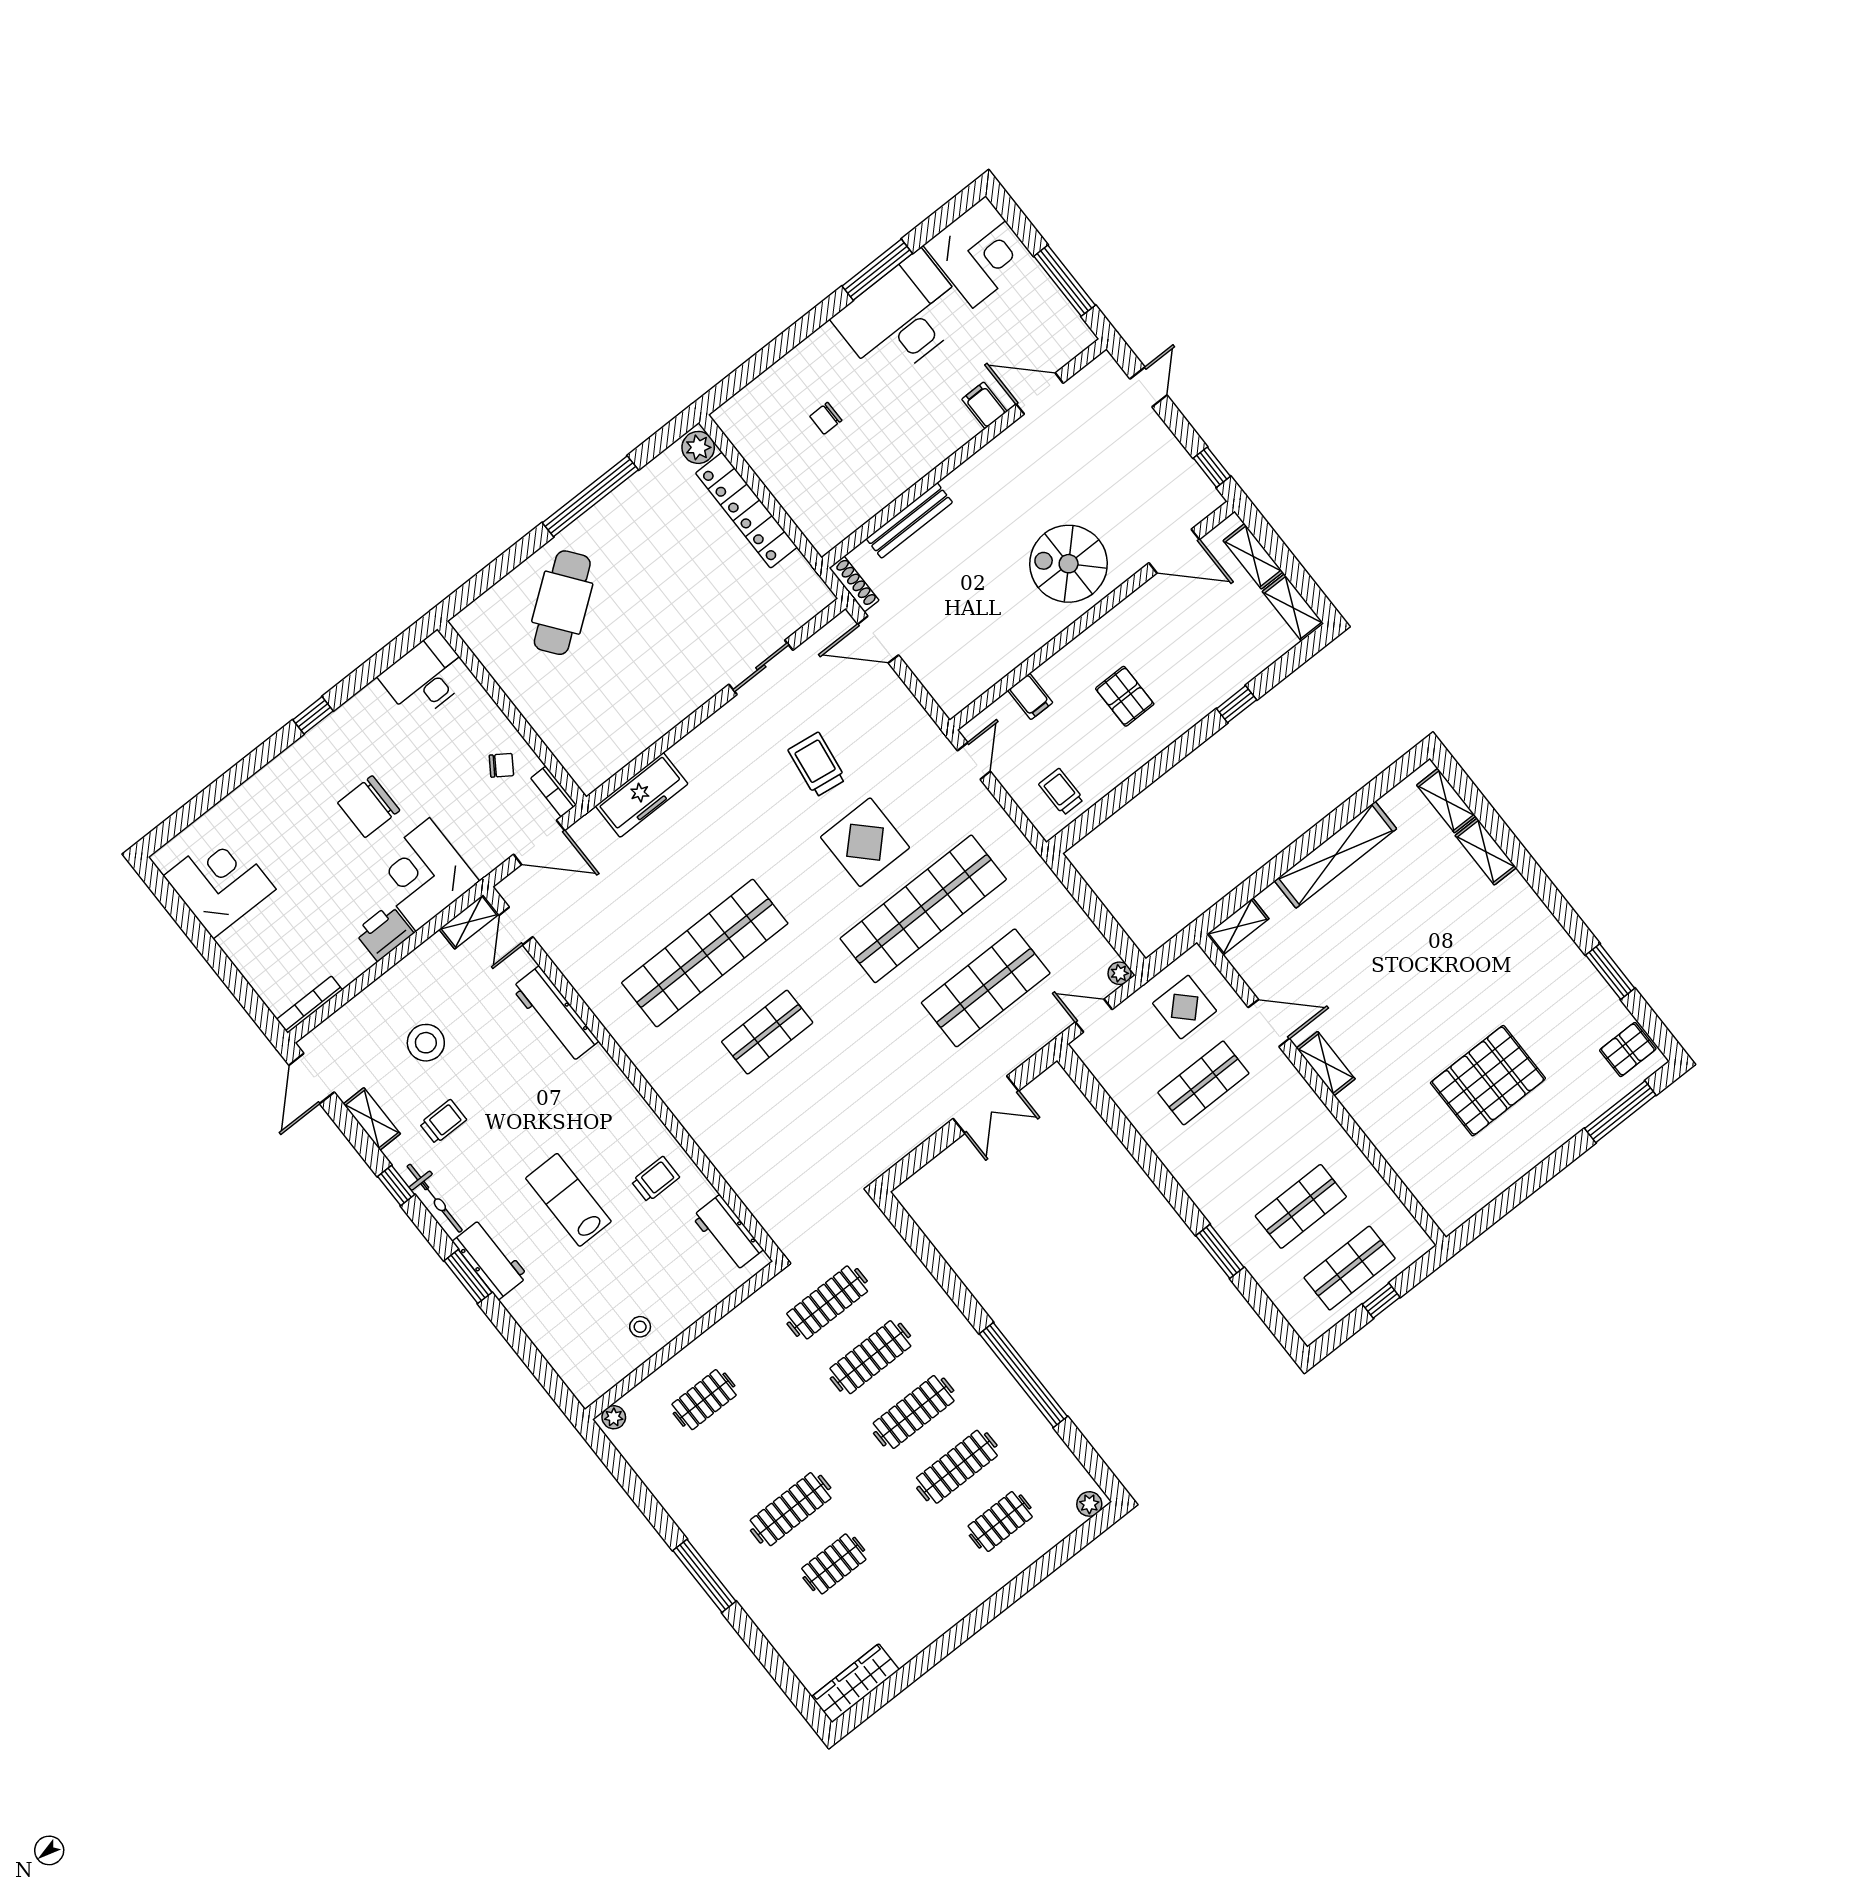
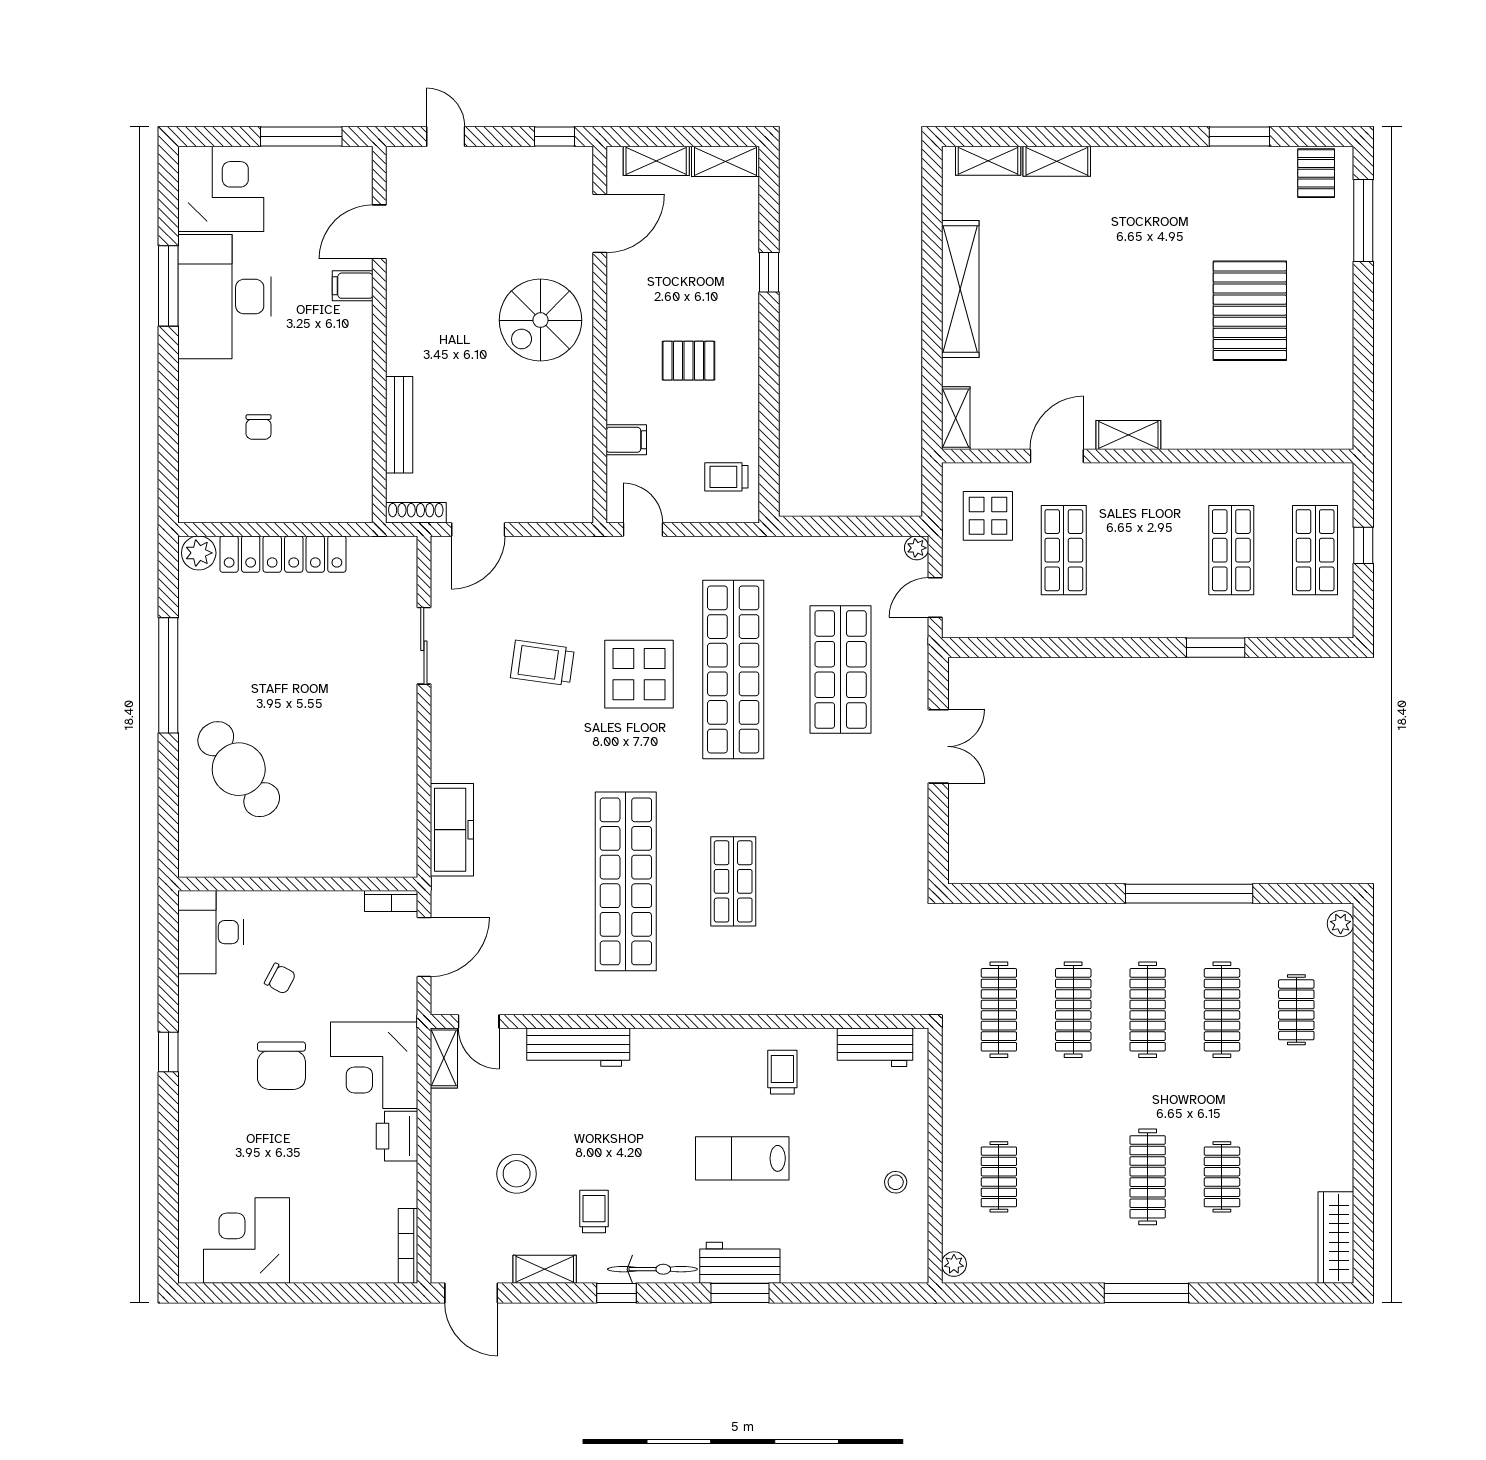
chair: (501, 765) -> (280, 979), moved, turned 84

